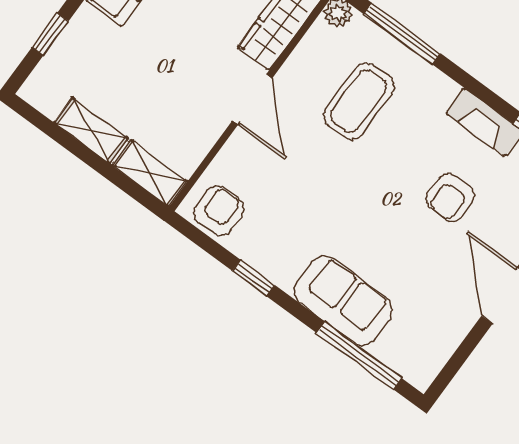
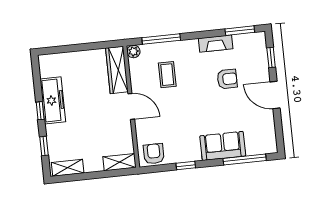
coffee table: (359, 101) -> (167, 75), width x0.73, depth x0.77
shelving: (91, 131) -> (68, 168), moved
armchair: (450, 198) -> (227, 79), turned -90

